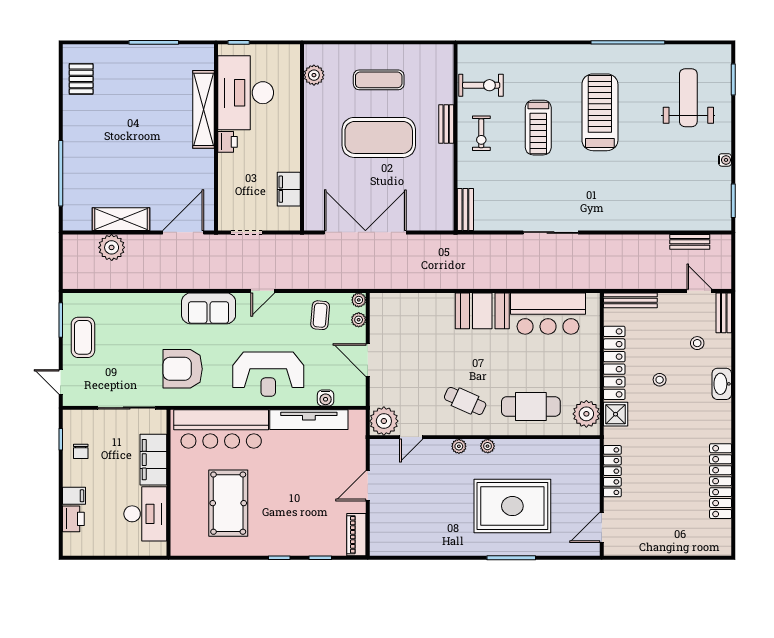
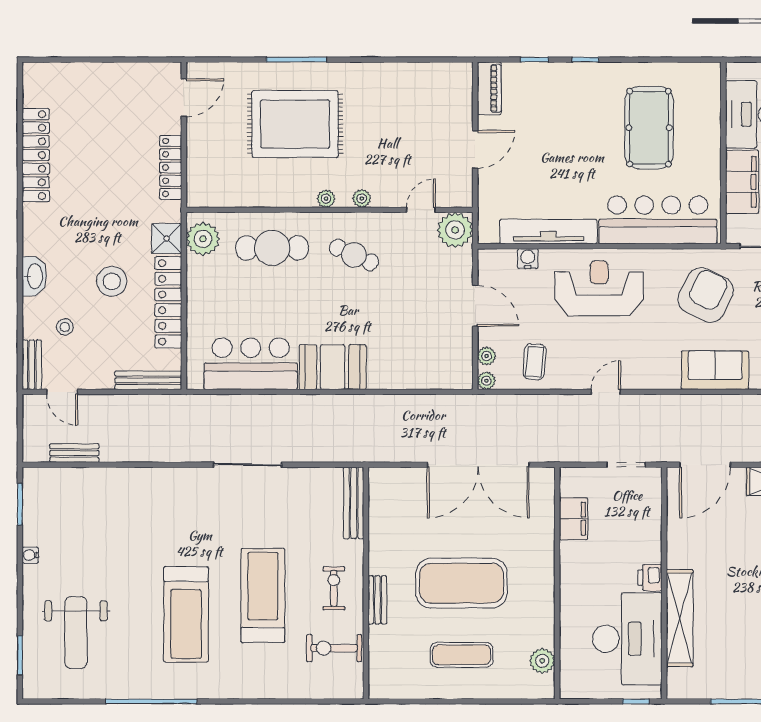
treadmill: (538, 128) -> (263, 595), width x1.37, depth x1.38
bench: (465, 210) -> (354, 503), width x1.36
sofa: (209, 308) -> (715, 370), moved
armchair: (183, 369) -> (706, 295), turned -64
stool: (660, 380) -> (112, 281), width x1.89, depth x1.89

